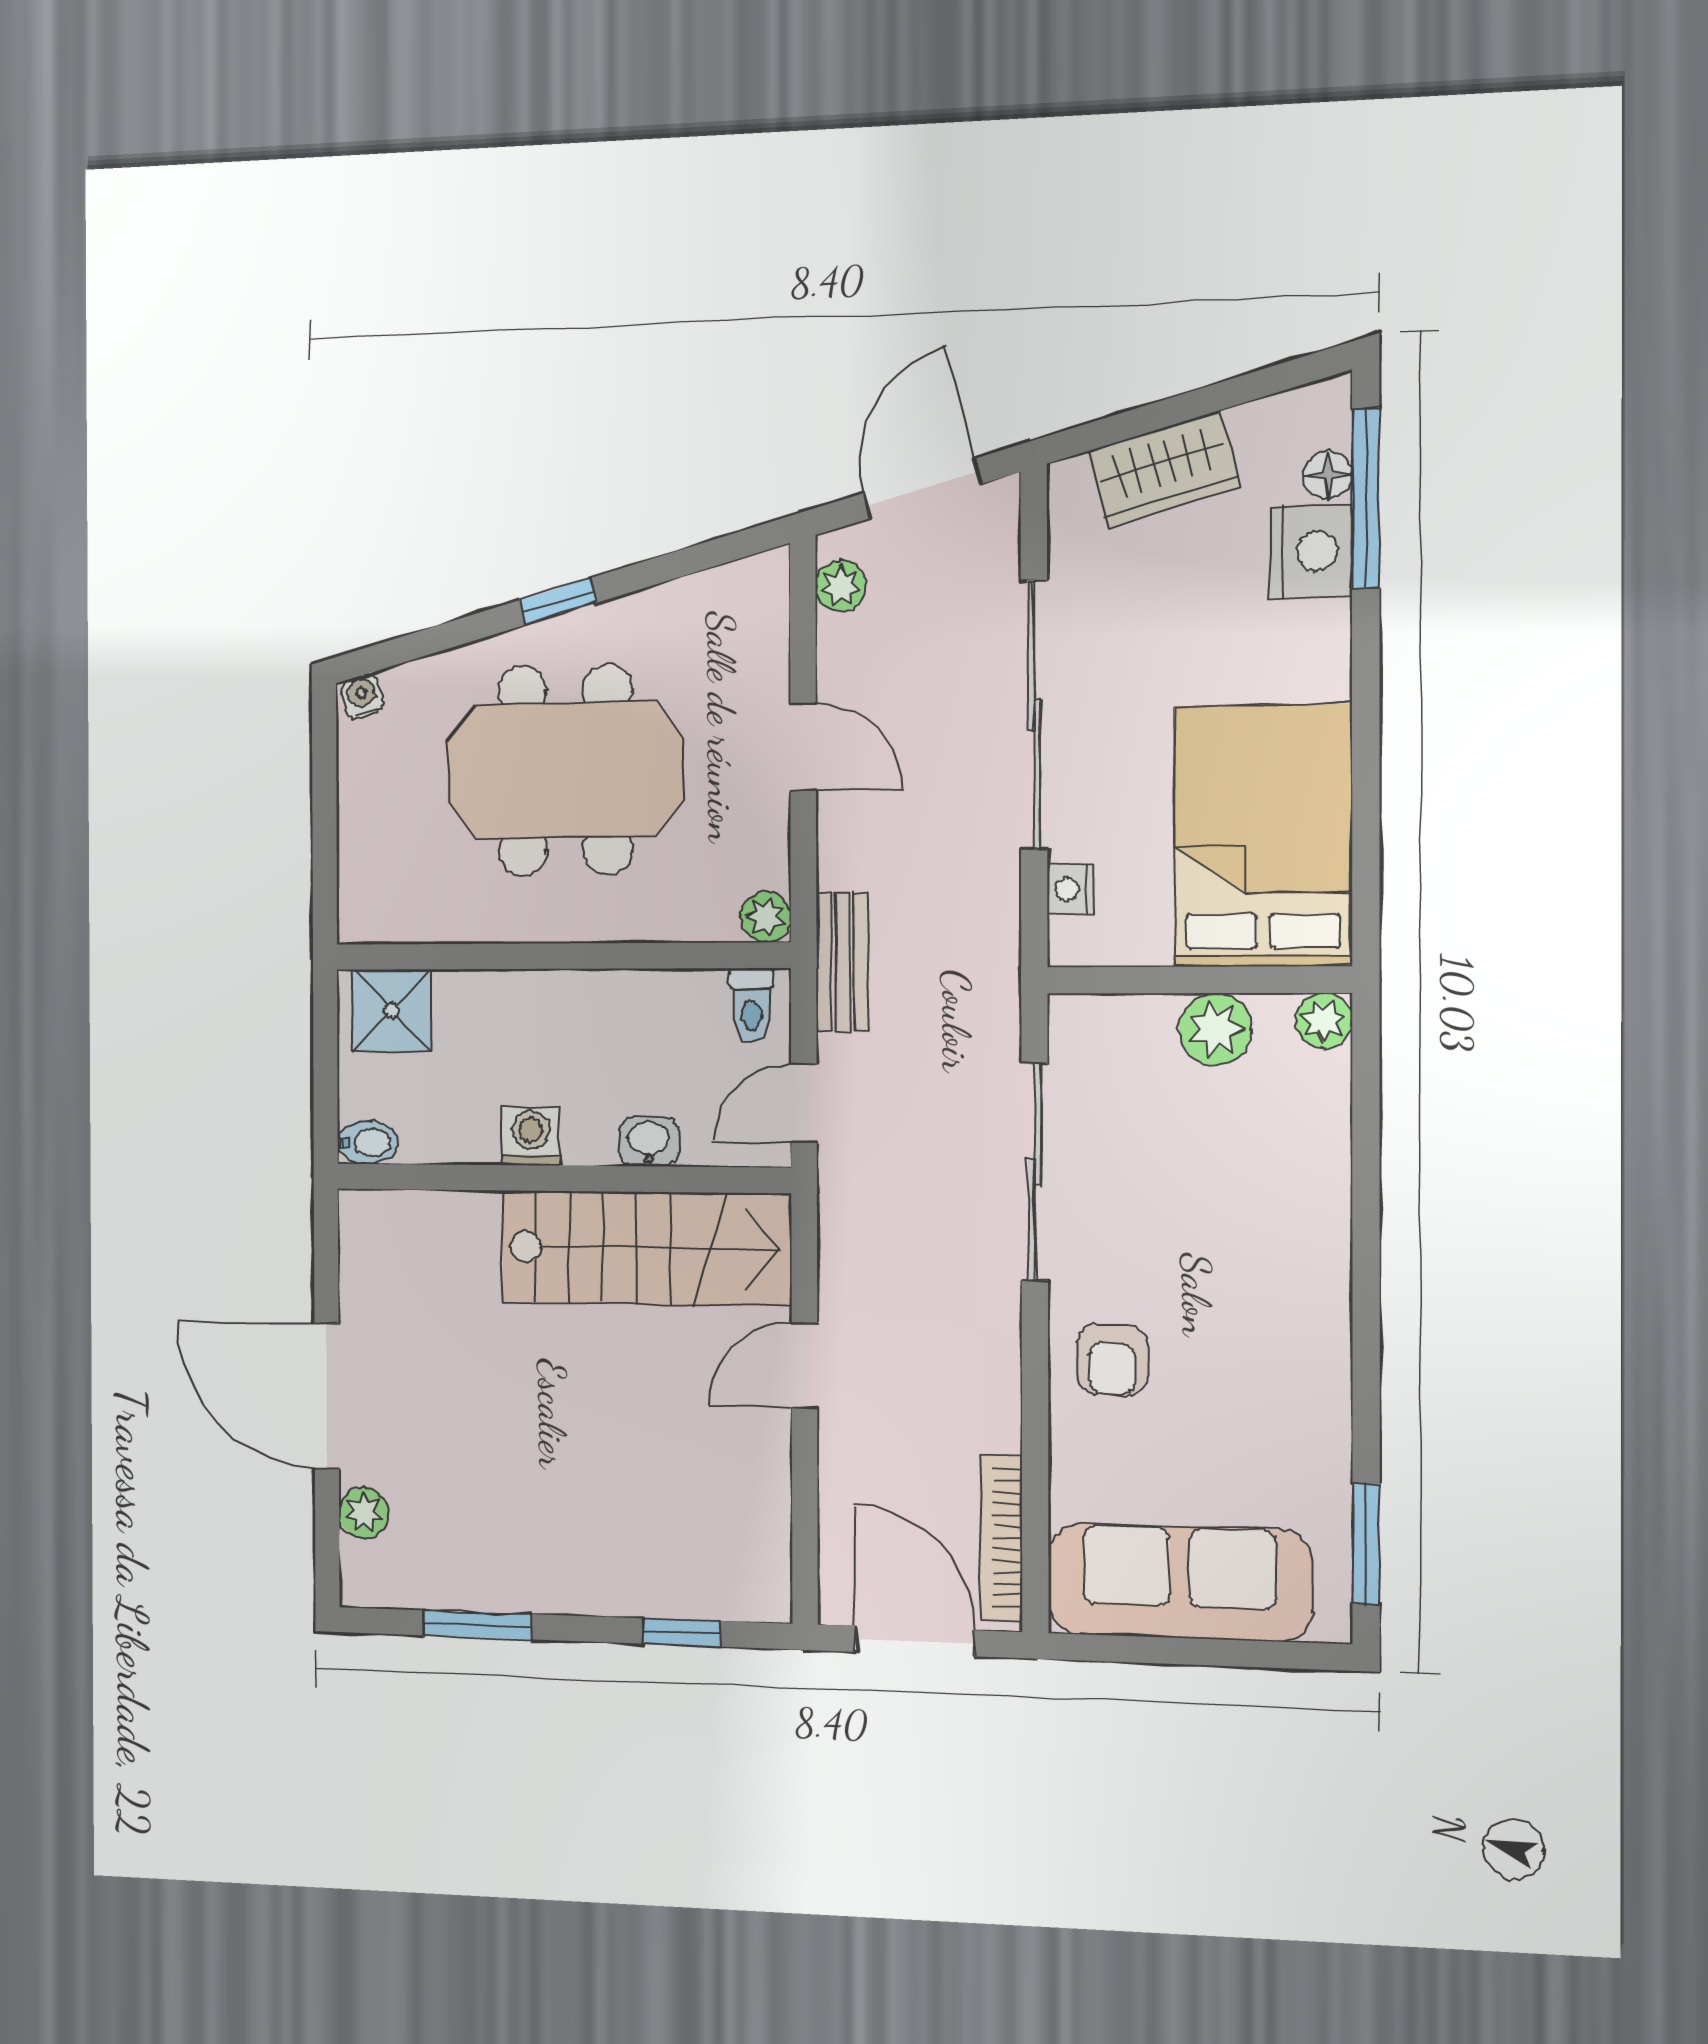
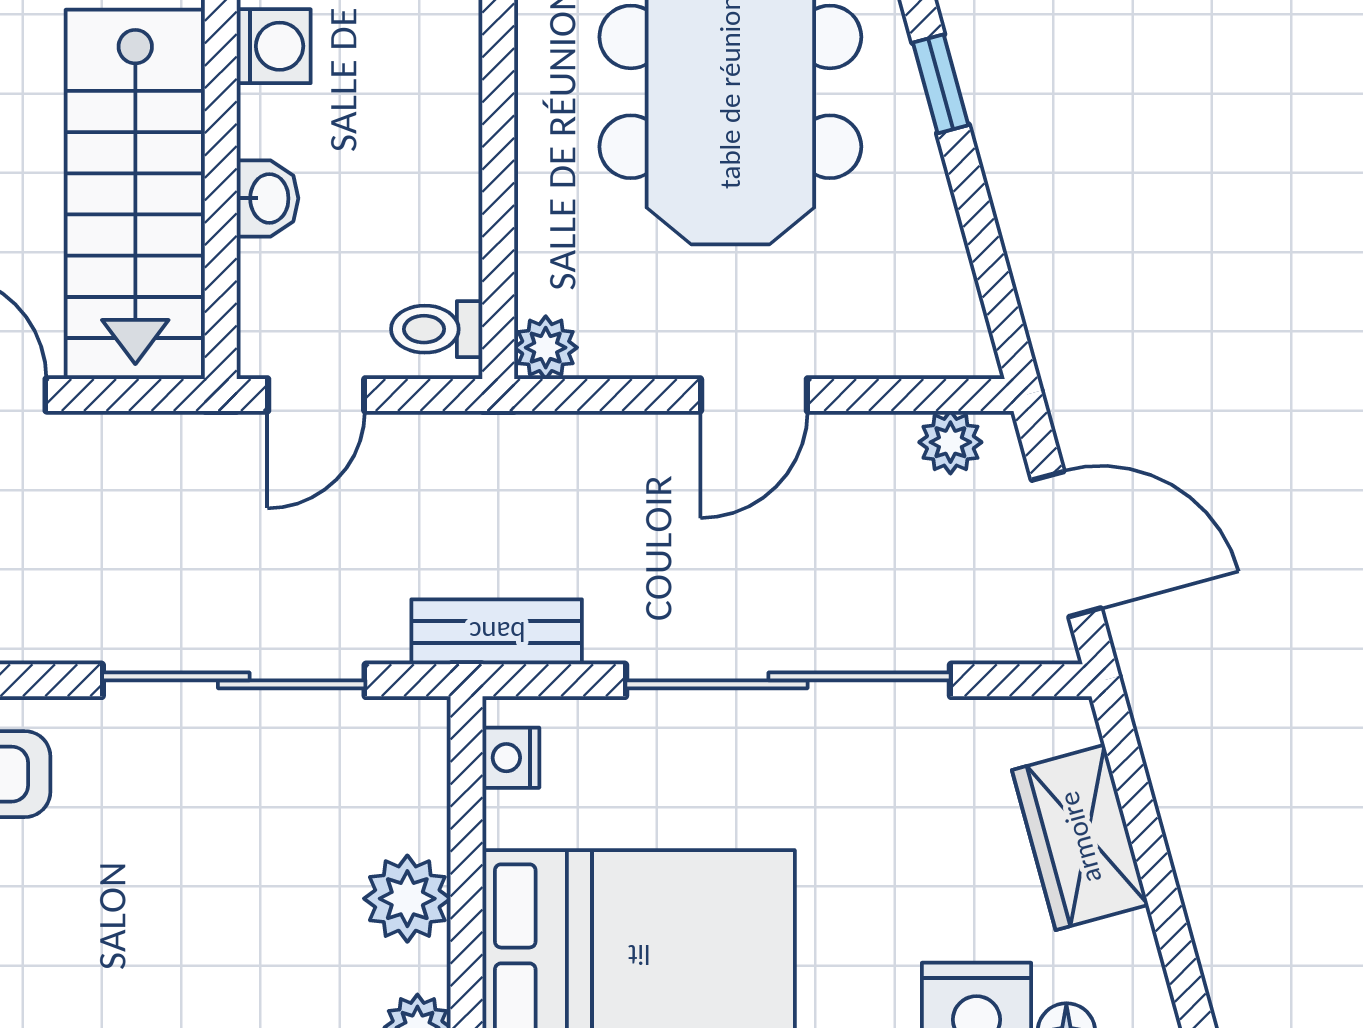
nightstand: (1071, 889) -> (511, 758), moved, turned -90
bench: (842, 962) -> (497, 632), moved
door: (804, 1103) -> (316, 395), swing flipped

